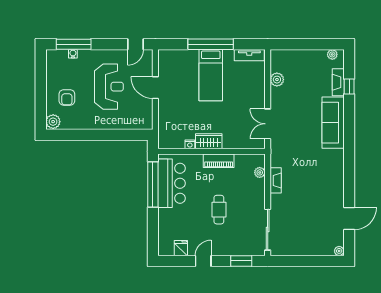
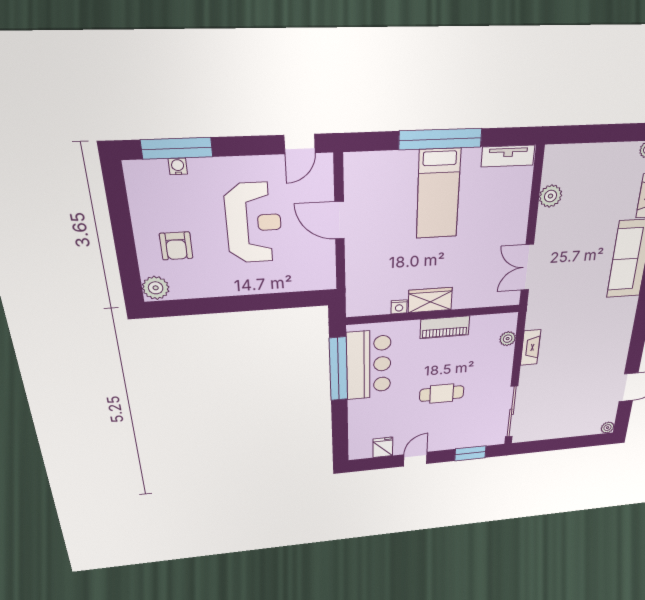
cafe table: (219, 210) -> (442, 394), turned 90

